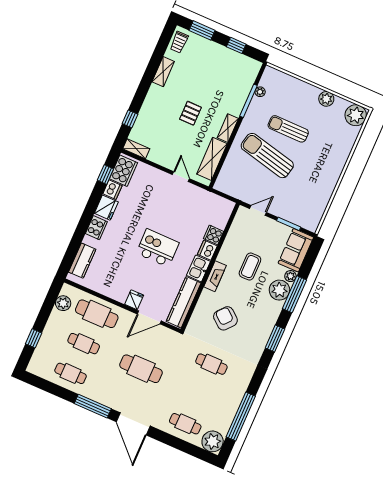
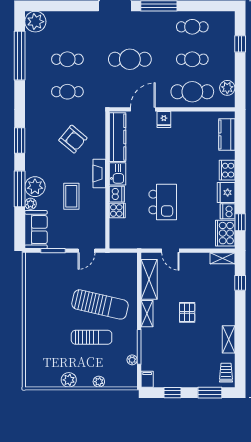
filing cabinet: (254, 68) -> (147, 379), added
plant: (356, 115) -> (99, 382), moved, width x0.53, depth x0.53
kitchen island: (158, 248) -> (163, 202), moved, turned -90
cafe table: (185, 424) -> (67, 59), moved

